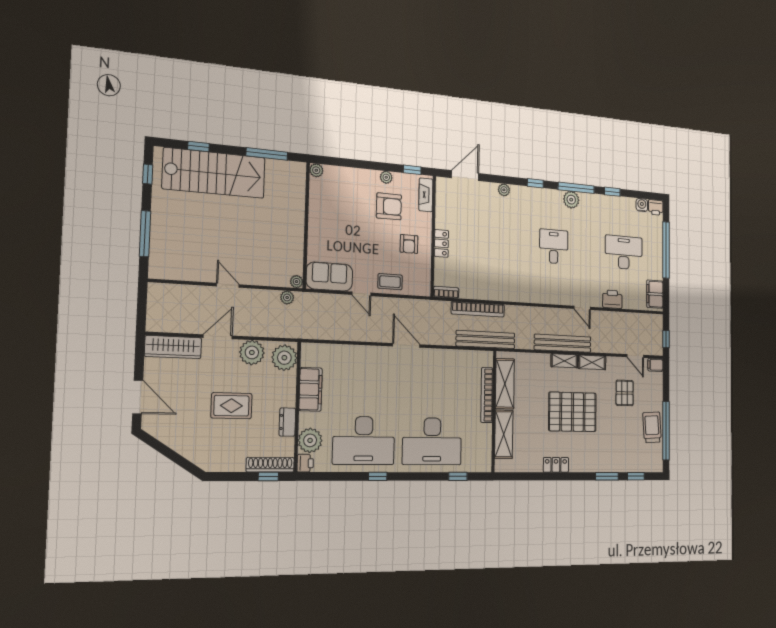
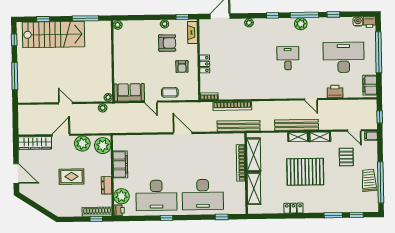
desk: (624, 253) -> (344, 57), width x1.36, depth x1.30

